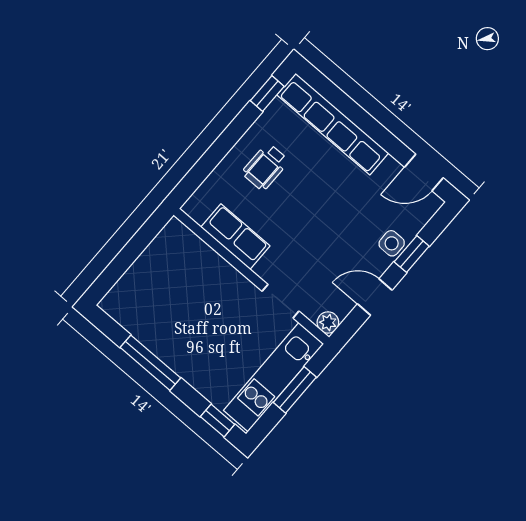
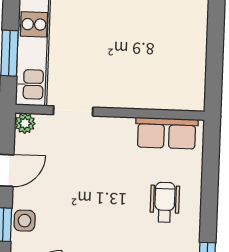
row of seats: (235, 237) -> (167, 133), moved

